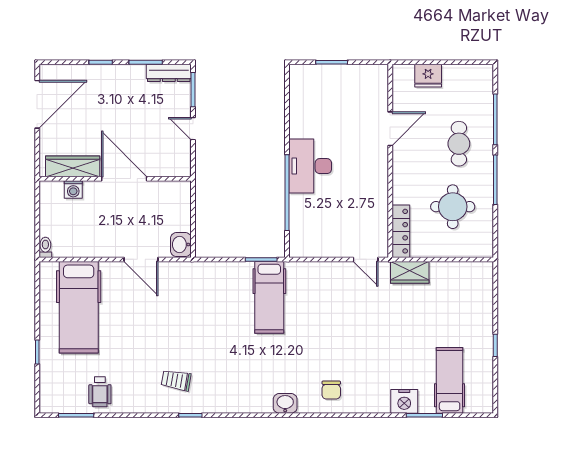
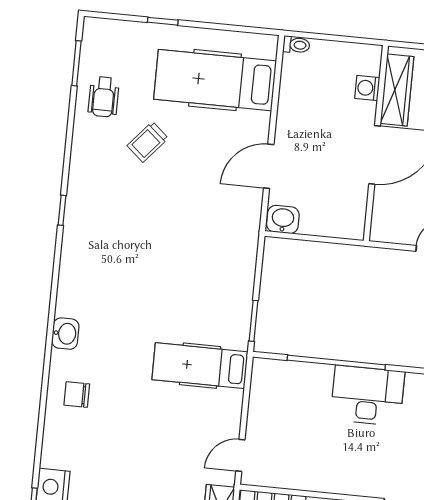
hospital bed: (269, 297) -> (200, 366), moved
trolley: (176, 380) -> (148, 142), moved, turned -149
wheelchair: (100, 392) -> (104, 97), turned -90

